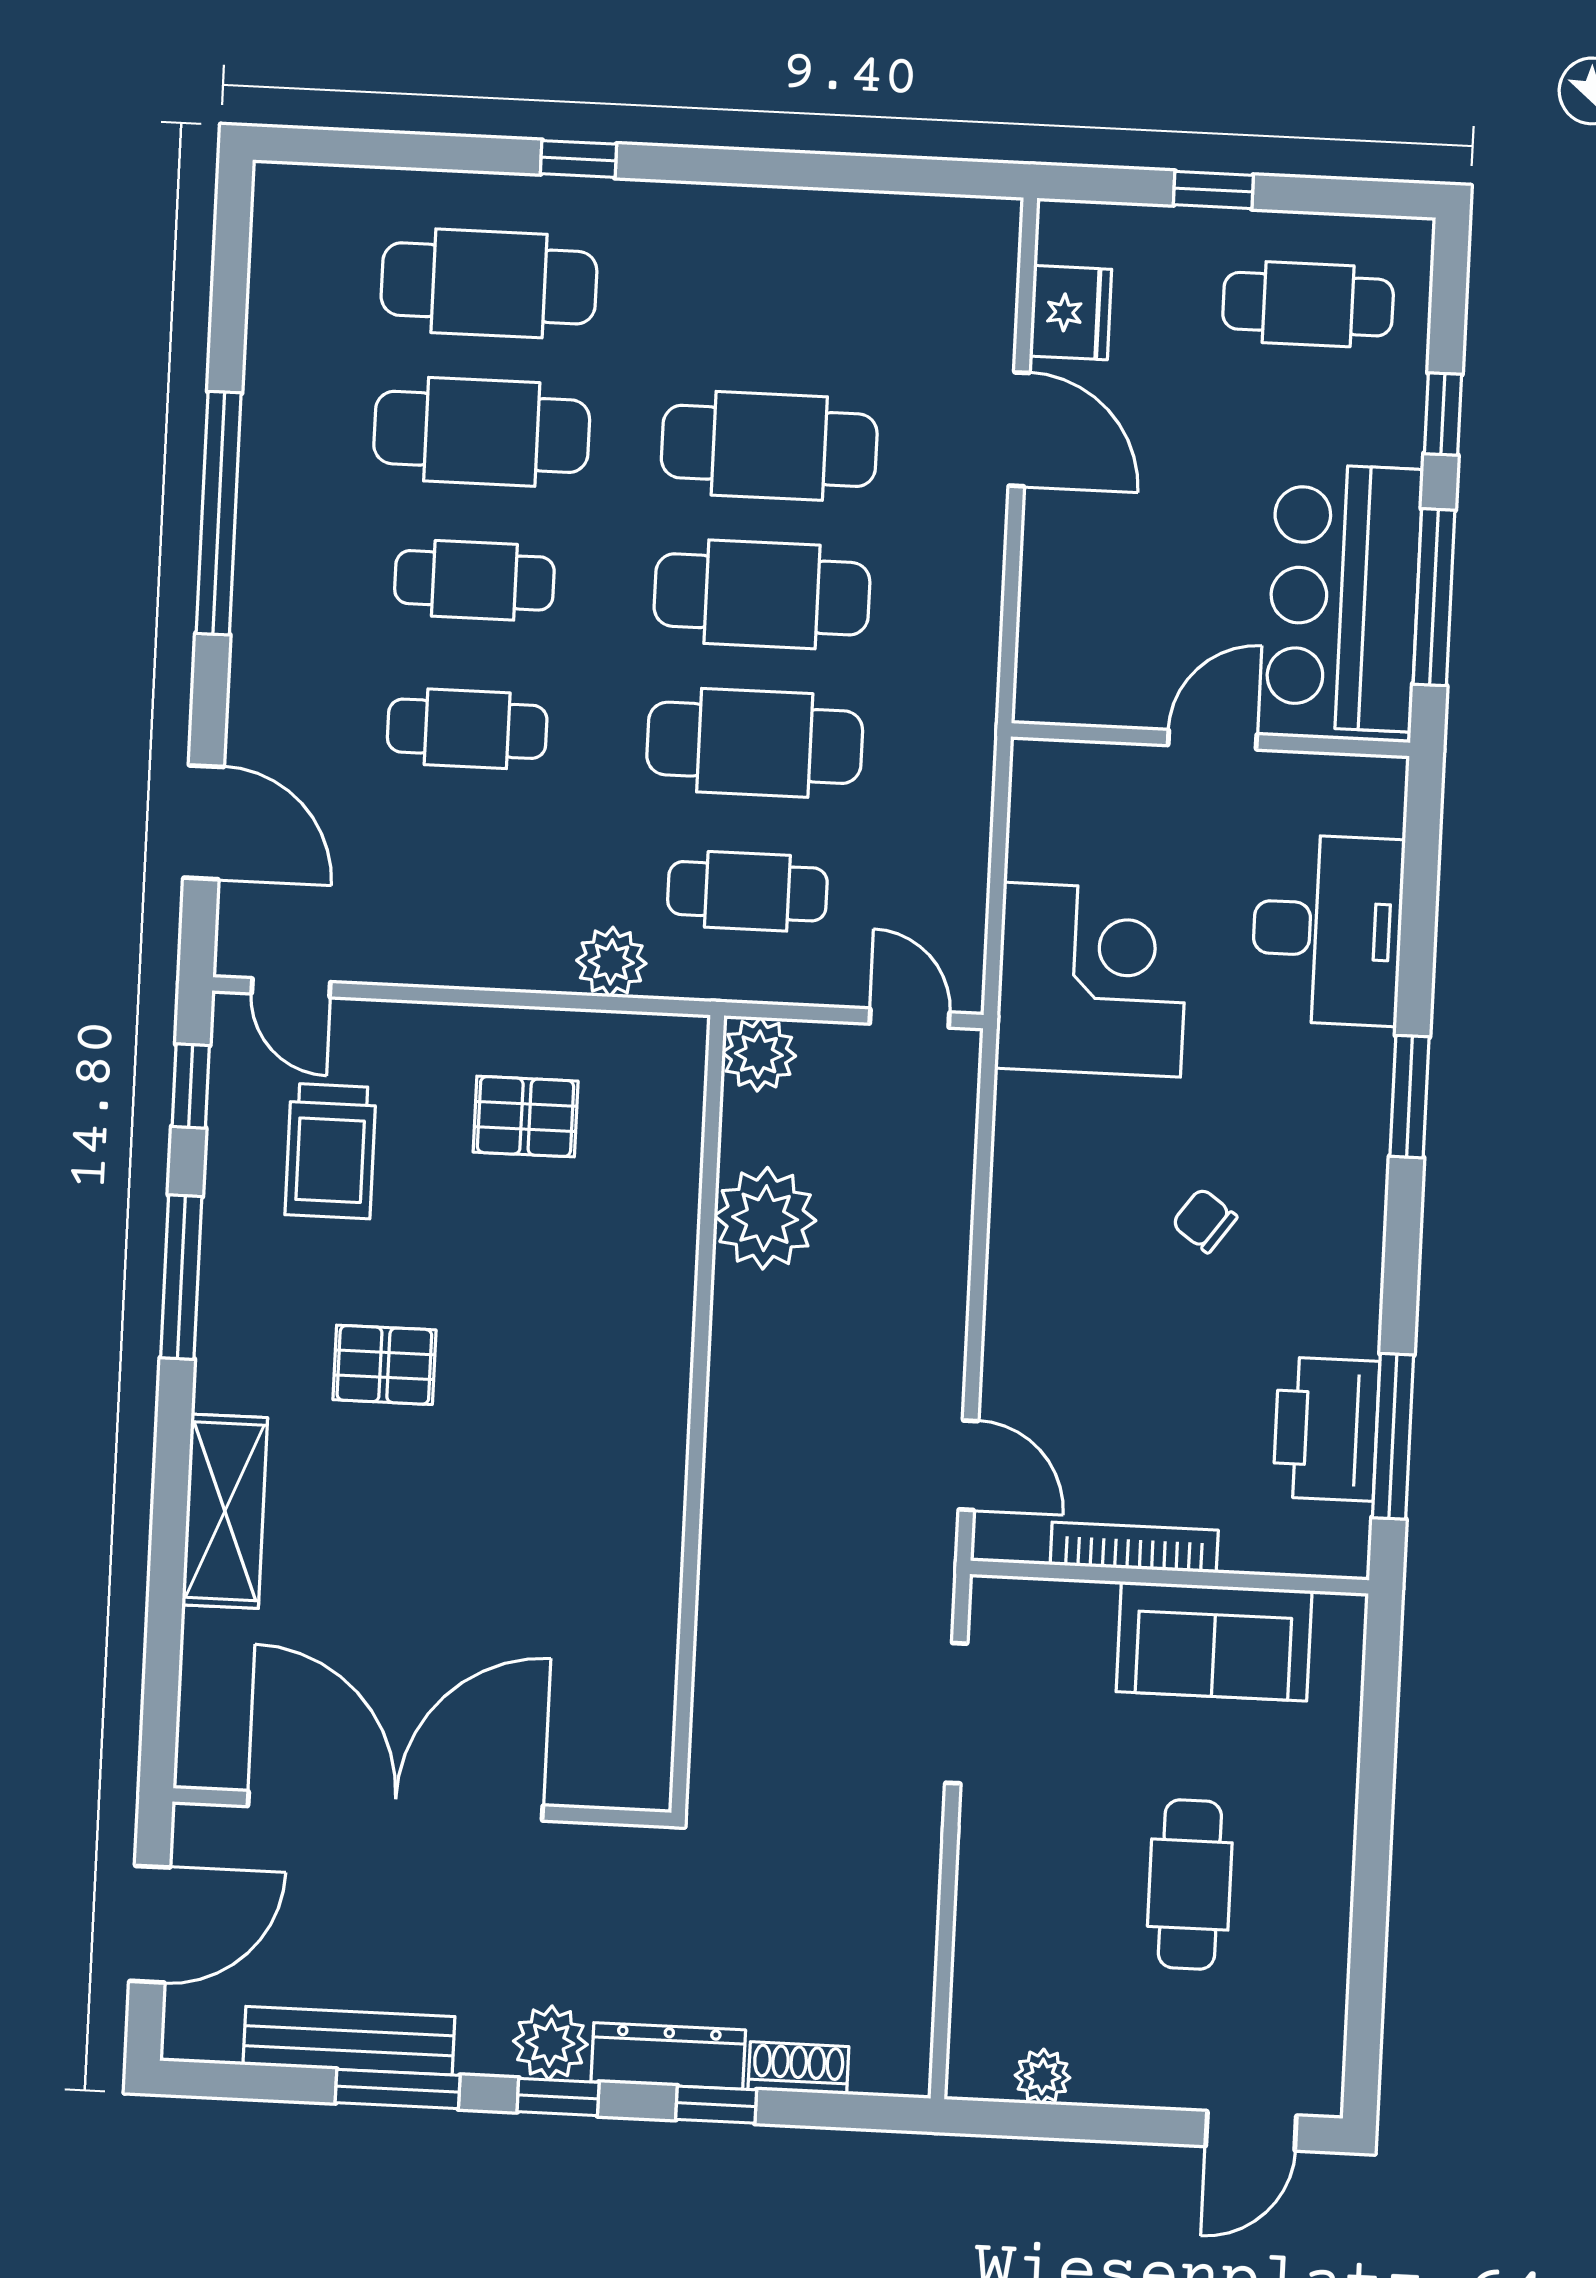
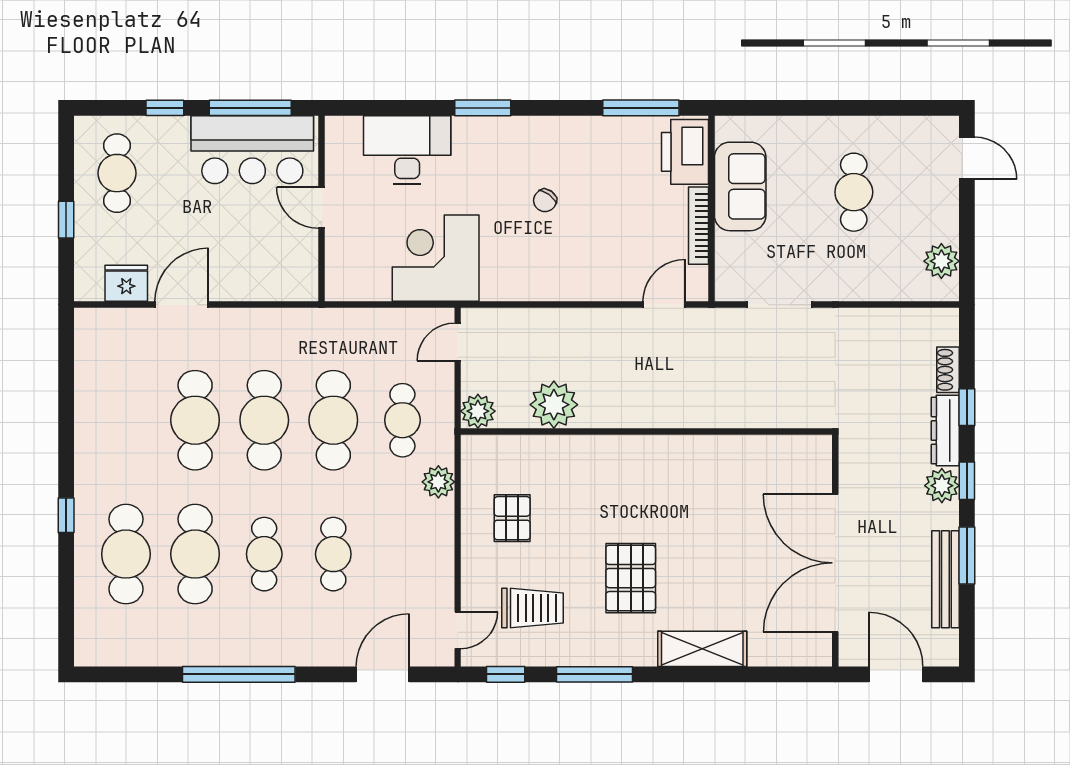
pallet: (384, 1365) -> (631, 578), width x1.50, depth x1.42
printer: (1326, 1429) -> (685, 152), moved, turned 90
cafe table: (1190, 1885) -> (854, 192), turned 90
plant: (1043, 2076) -> (941, 261), width x1.38, depth x1.38

